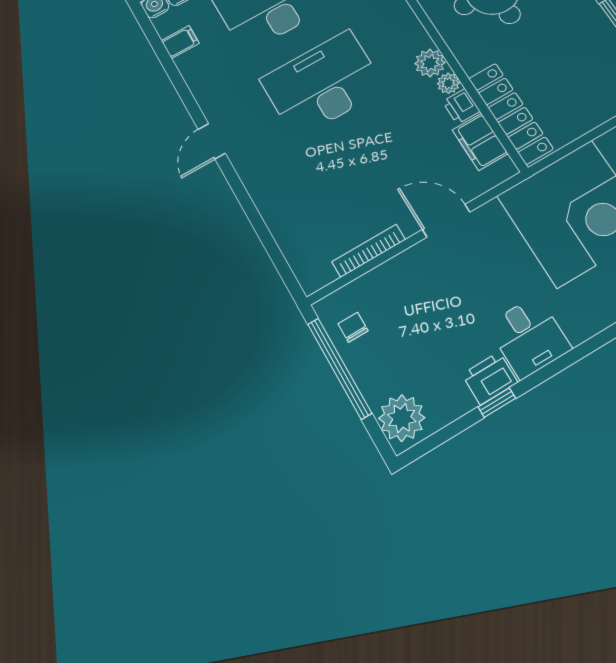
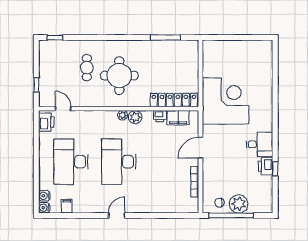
plant: (448, 83) -> (123, 115), moved
door: (212, 141) -> (117, 215), swing flipped
plant: (402, 418) -> (239, 204), moved

